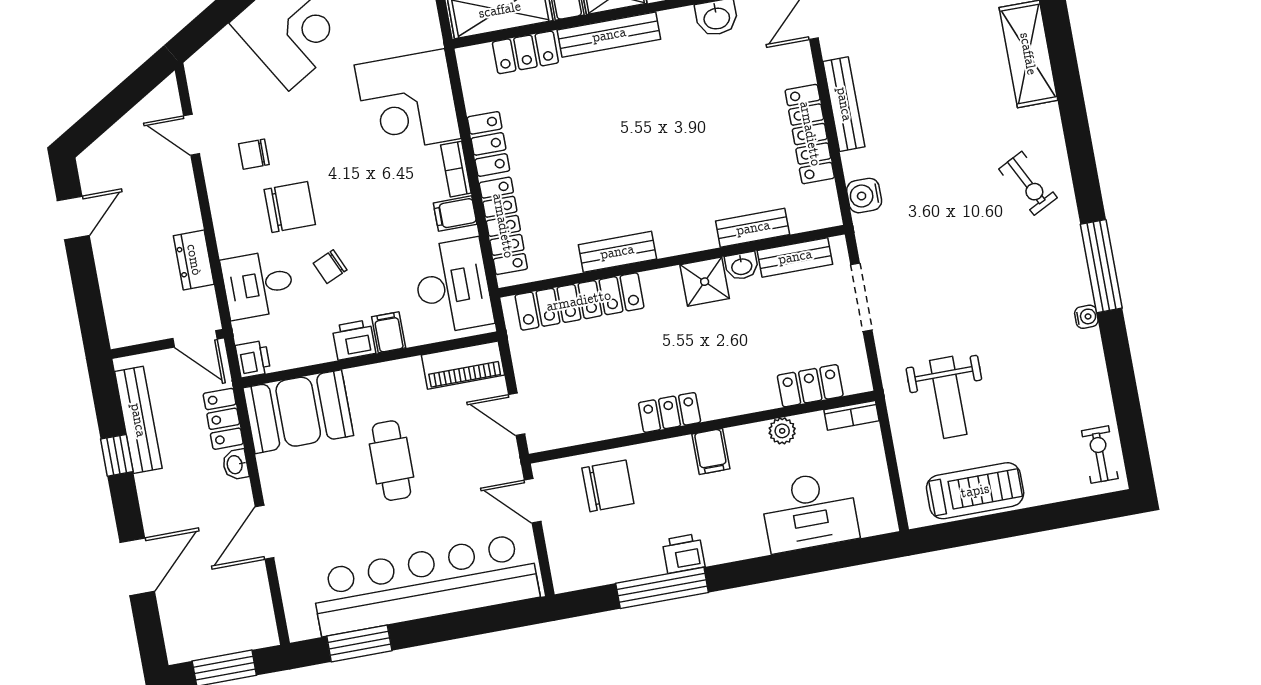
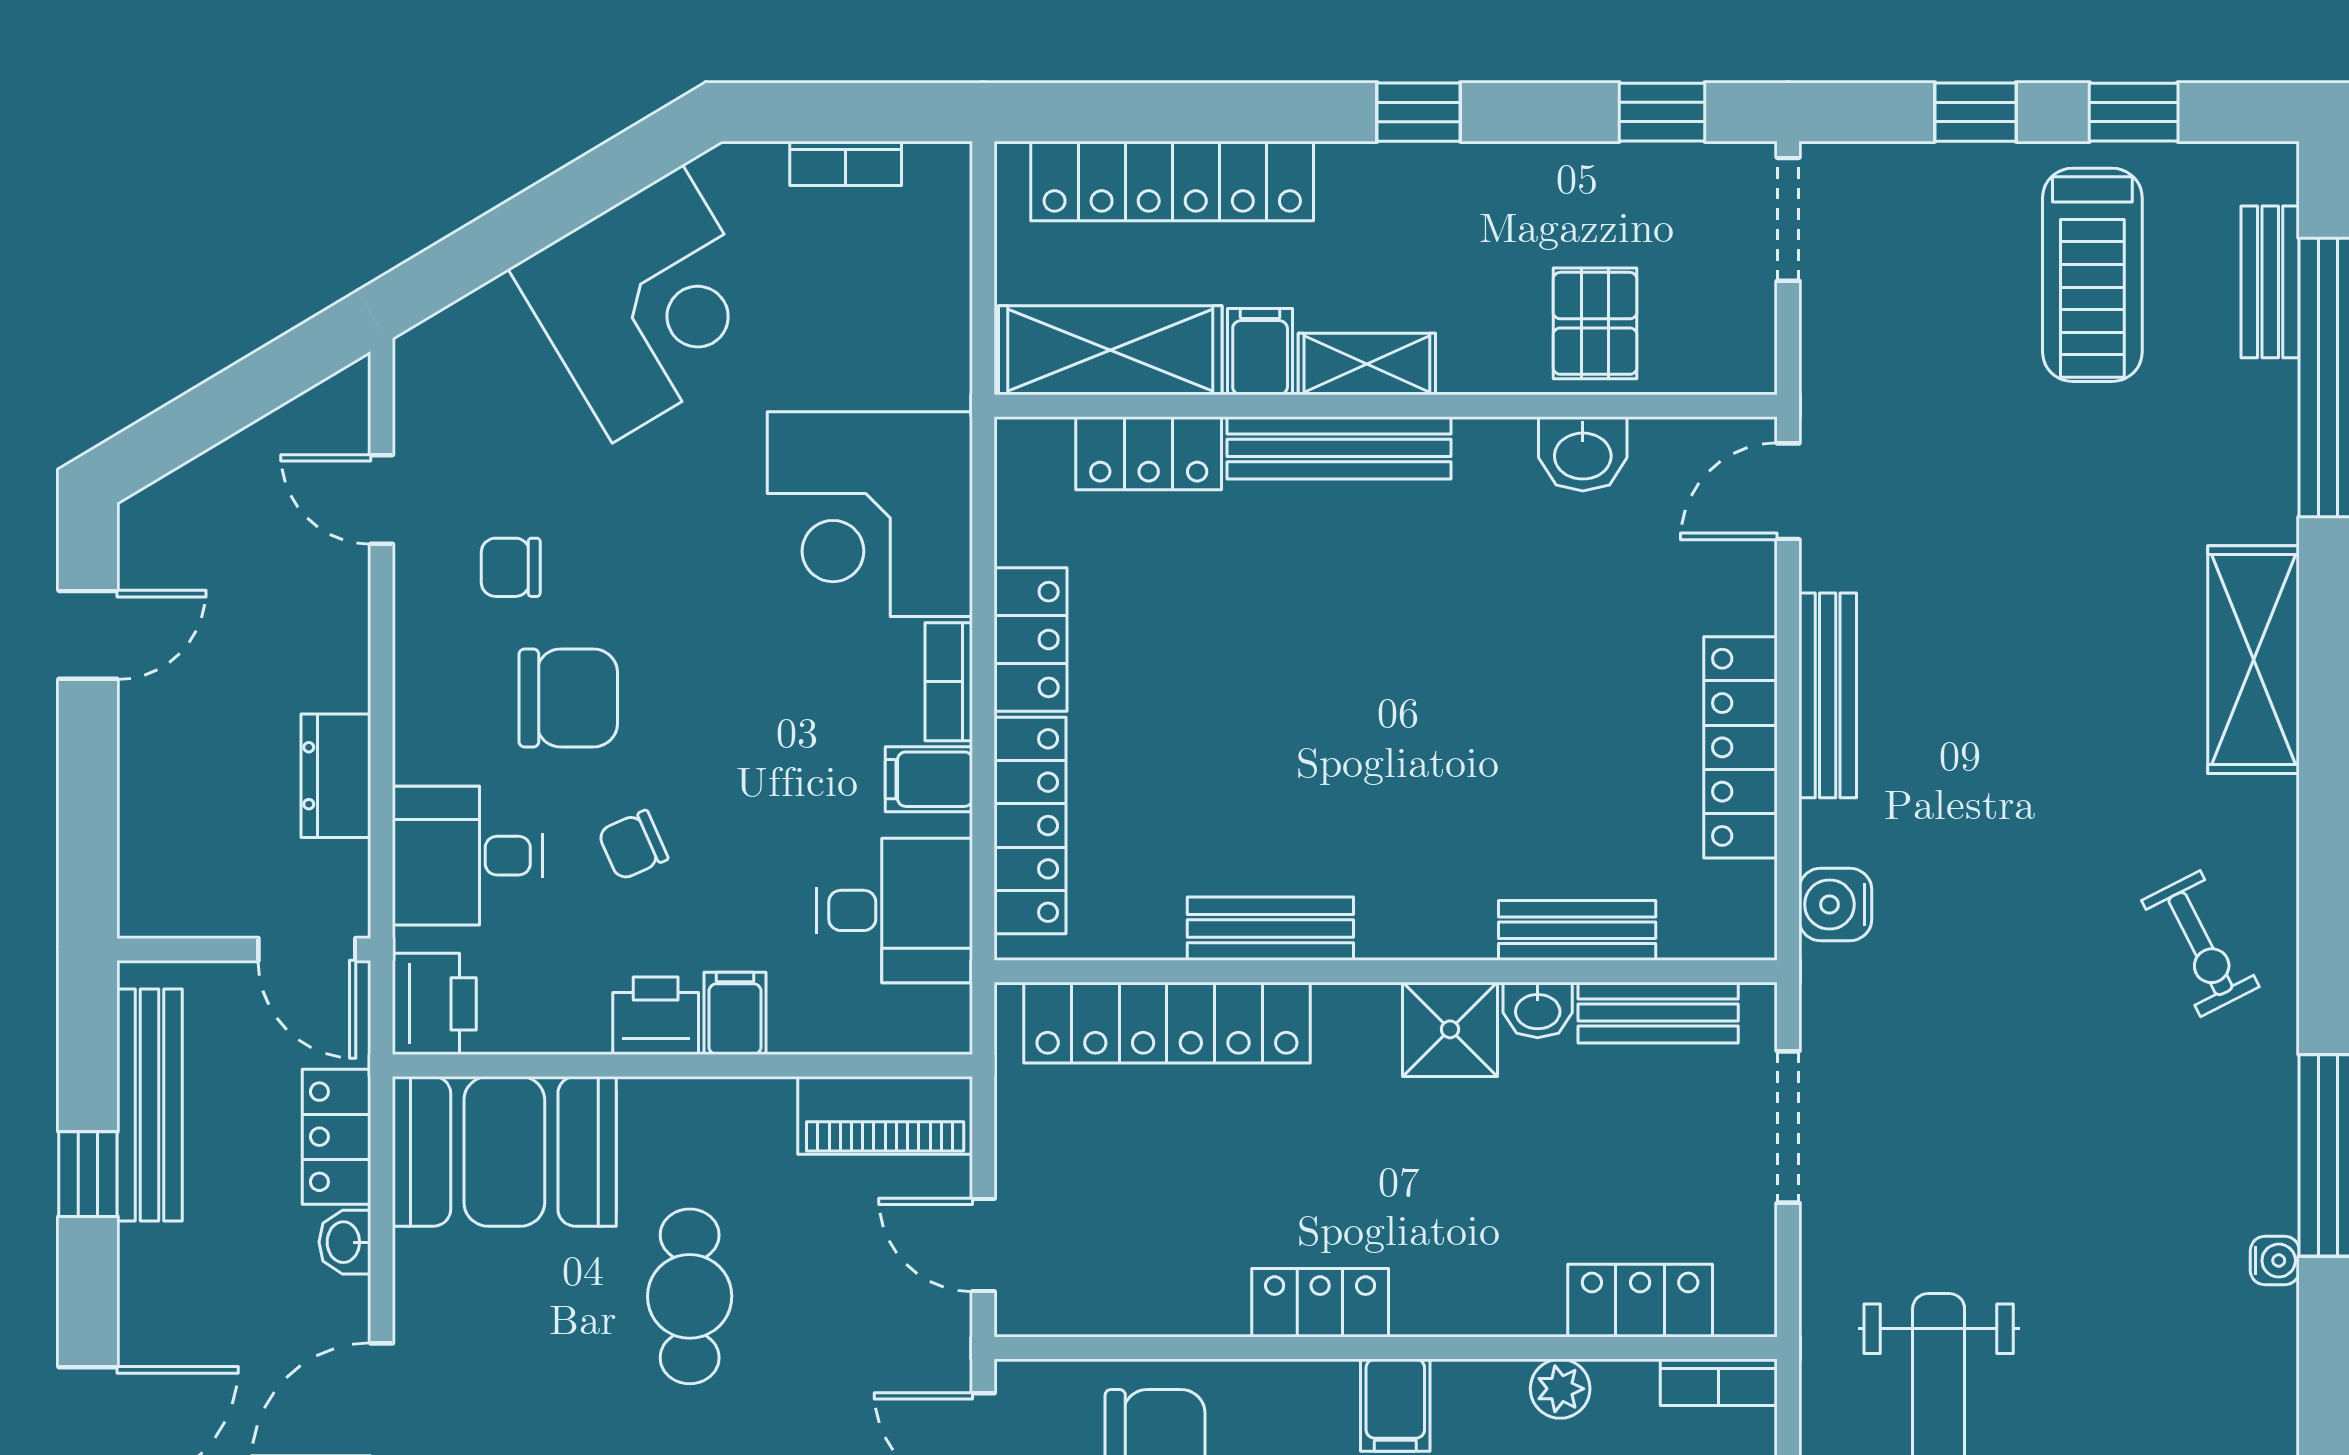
desk: (453, 286) -> (894, 910), width x0.73
printer: (253, 359) -> (434, 1004), width x1.36, depth x1.24

